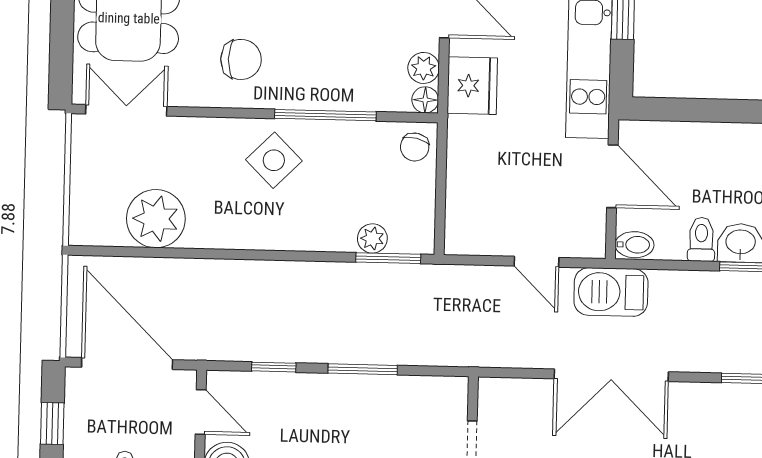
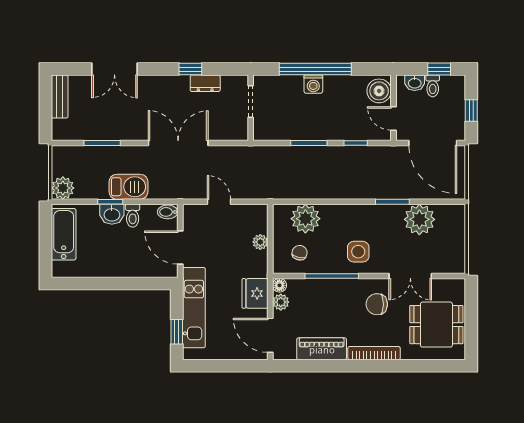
double door: (126, 110) -> (410, 276), moved
chair: (415, 147) -> (300, 253), moved
side table: (274, 160) -> (358, 252), turned 45
plant: (460, 183) -> (260, 242), added
plant: (372, 238) -> (305, 219), width x1.87, depth x1.87
window: (388, 258) -> (392, 202), moved
barbecue: (611, 292) -> (129, 187), moved

